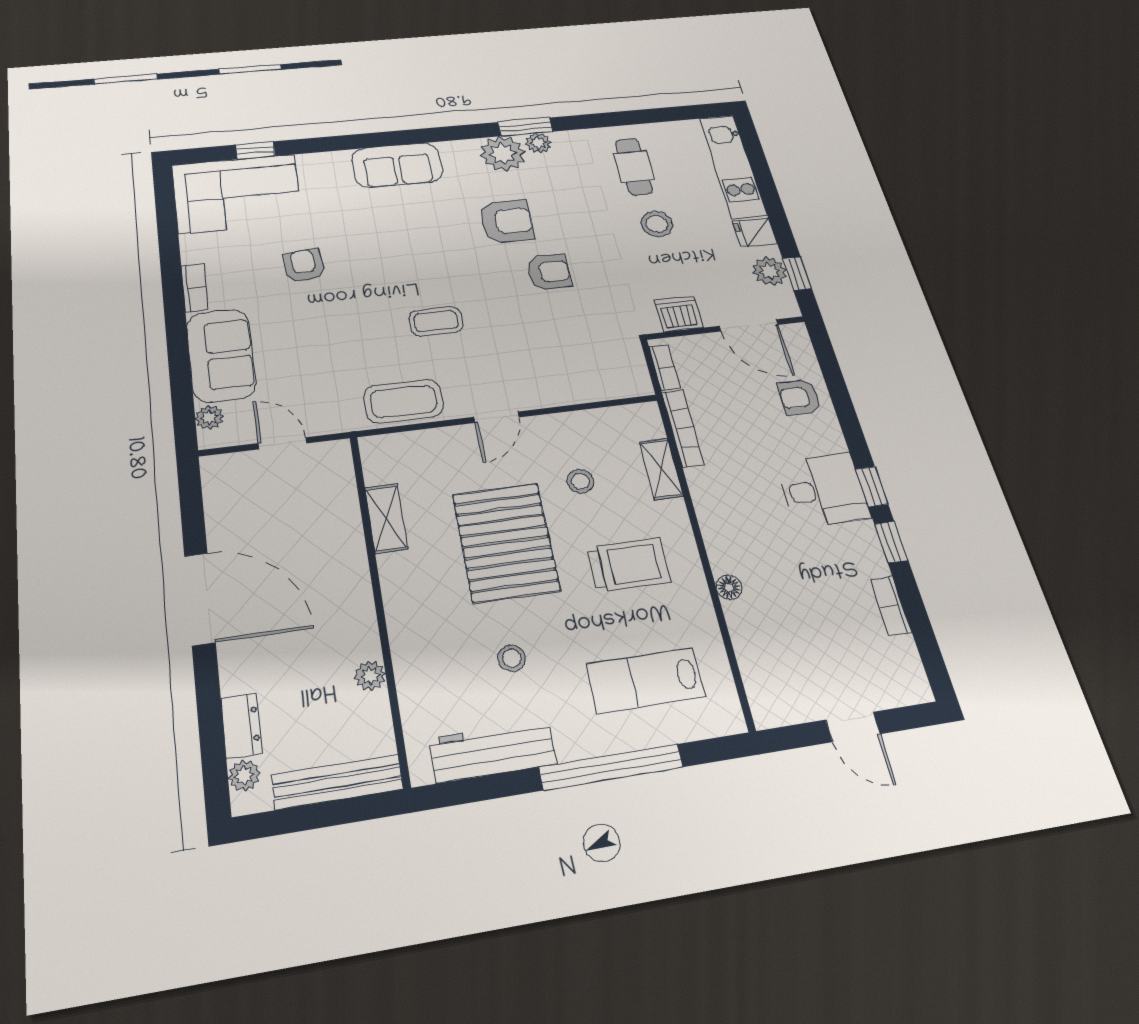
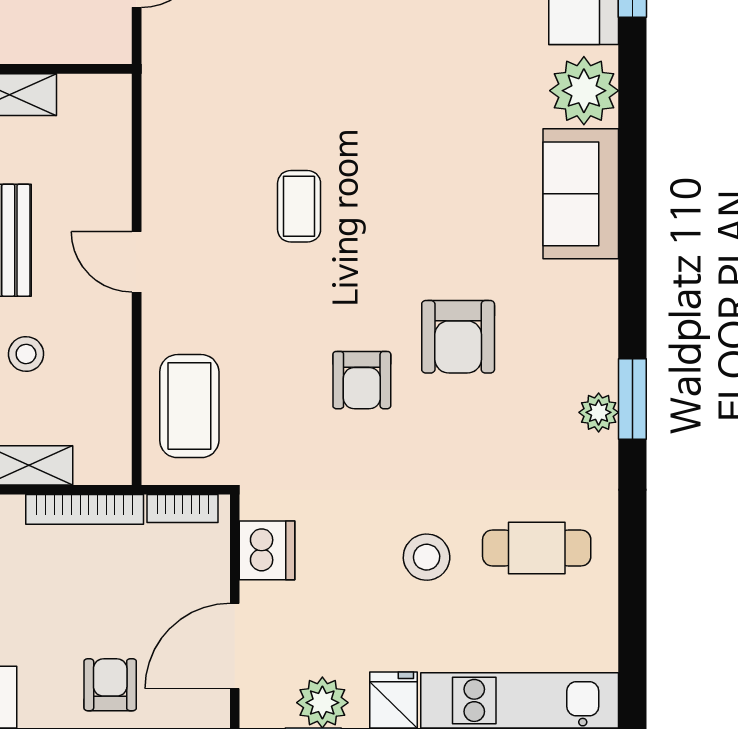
plant: (503, 154) -> (584, 91), moved
armchair: (304, 266) -> (416, 37), removed
coffee table: (403, 401) -> (189, 406), moved

